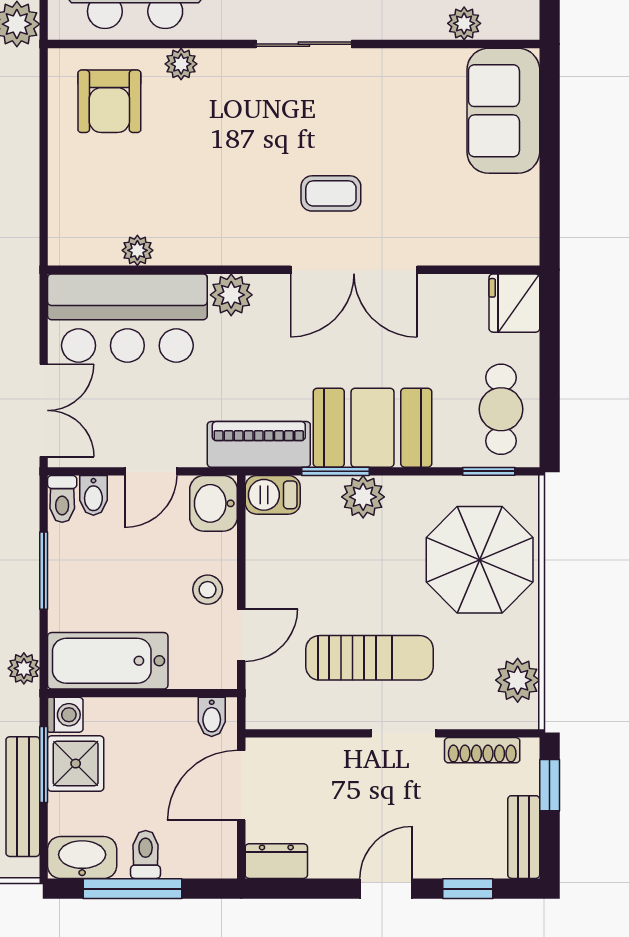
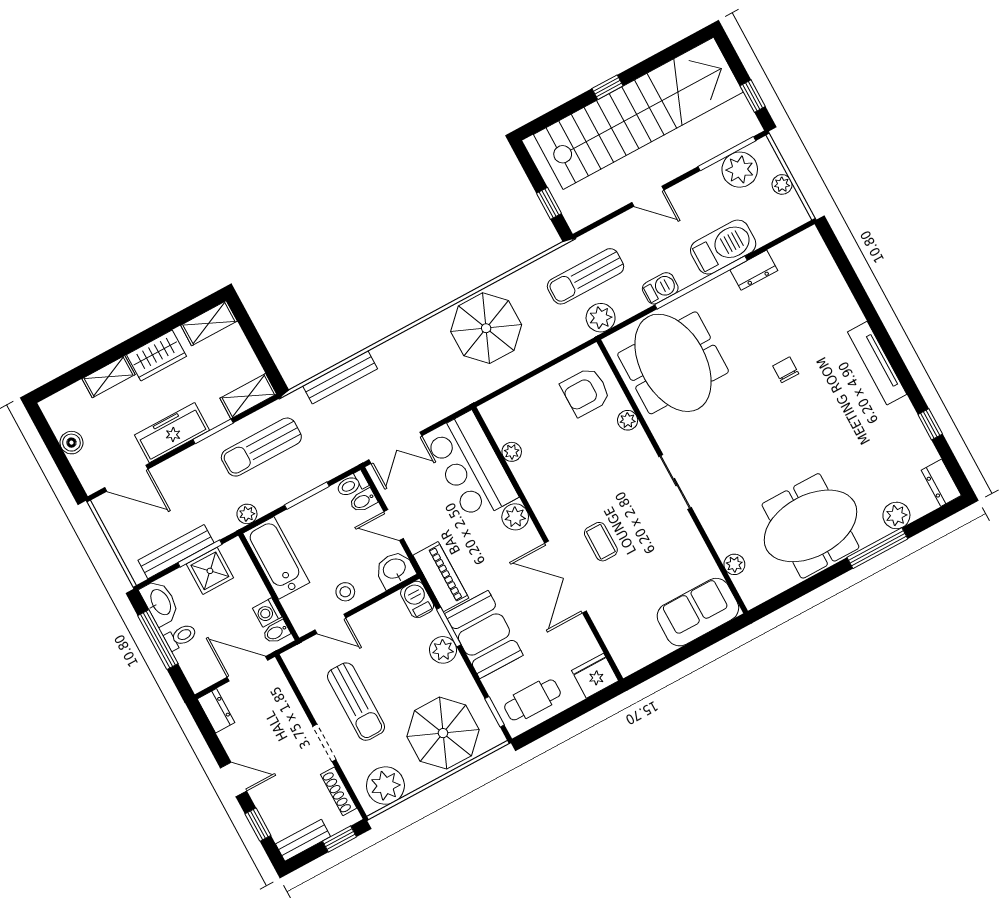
plant: (518, 680) -> (385, 786), width x1.36, depth x1.36
washing machine: (65, 715) -> (267, 613), moved, turned 90

